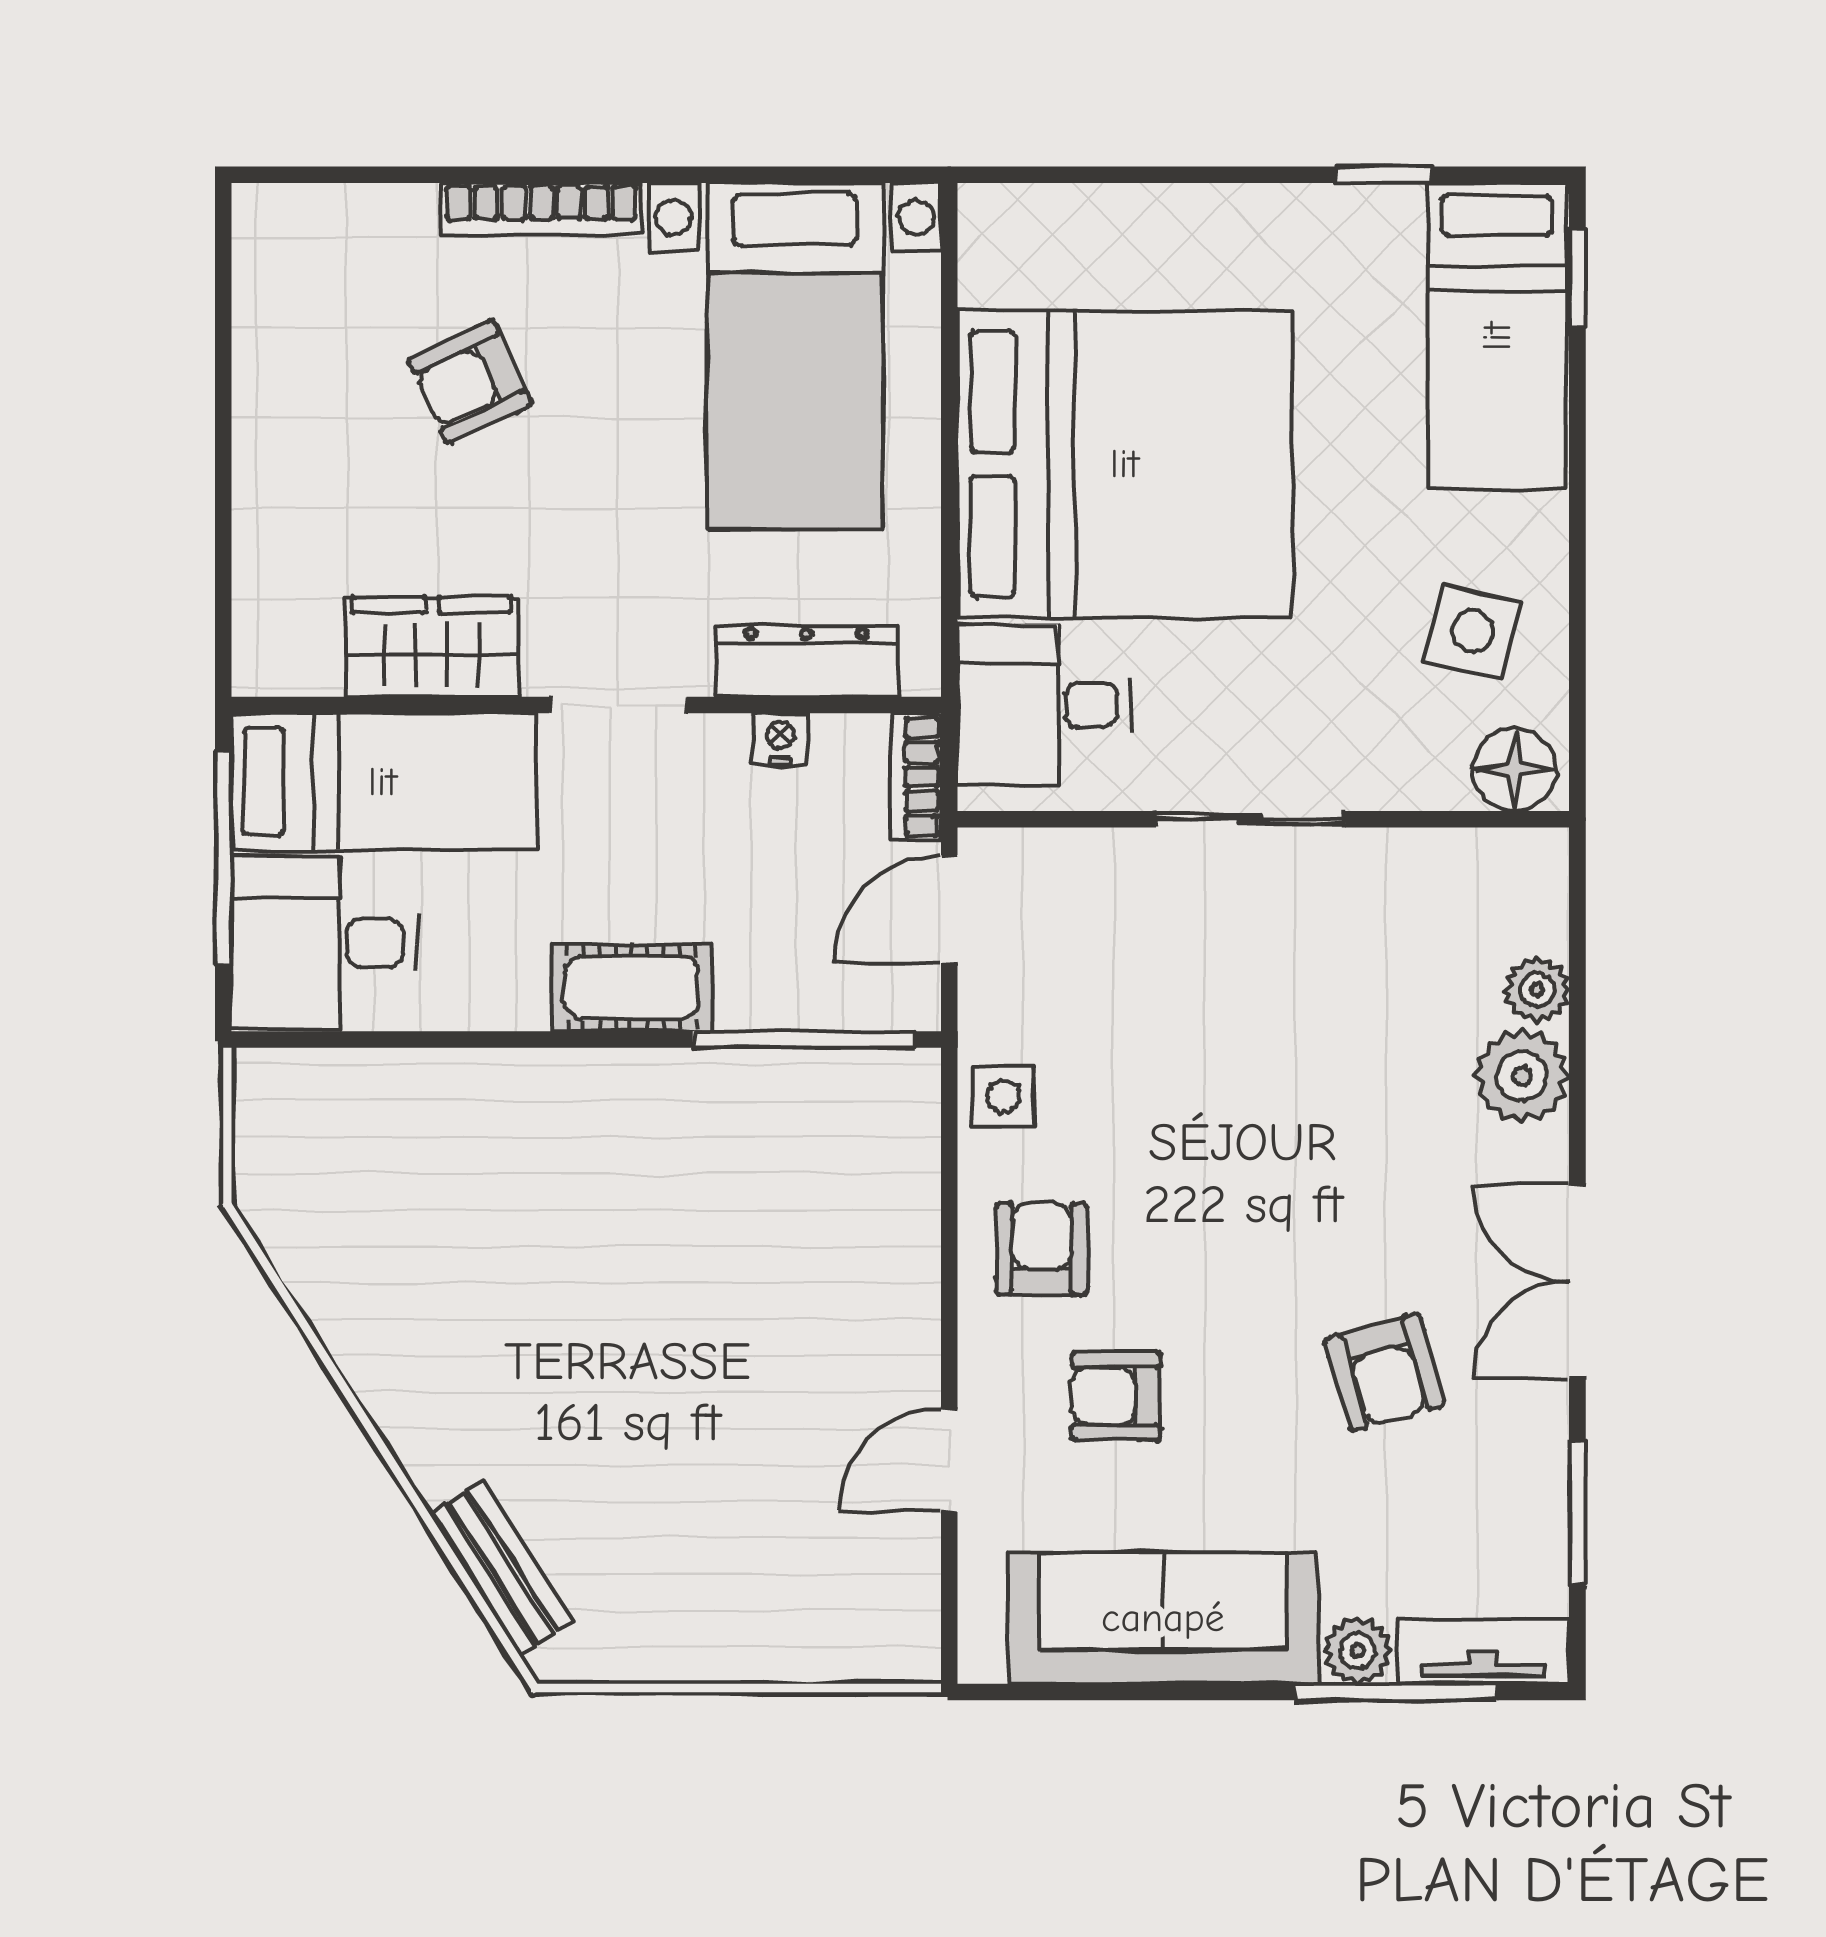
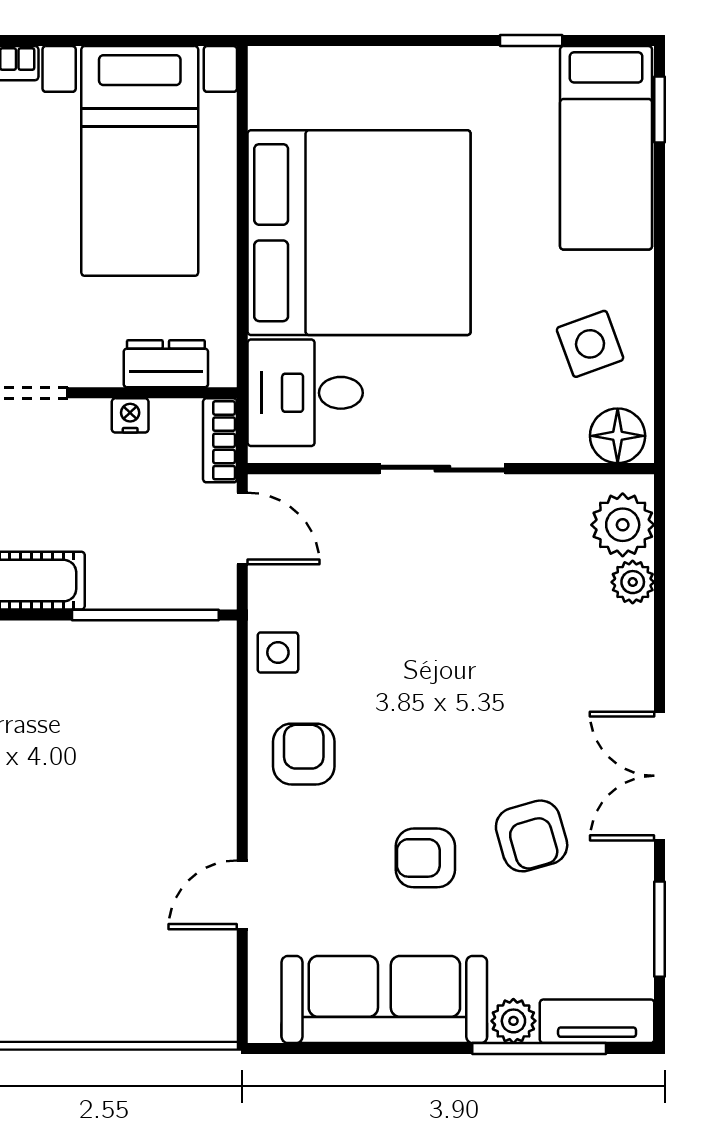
side table: (1473, 631) -> (590, 344), turned -33
dresser: (807, 661) -> (166, 364), width x0.70
door: (949, 909) -> (242, 528), swing flipped
plant: (1522, 1076) -> (623, 525), moved
armchair: (1116, 1396) -> (425, 858), moved

